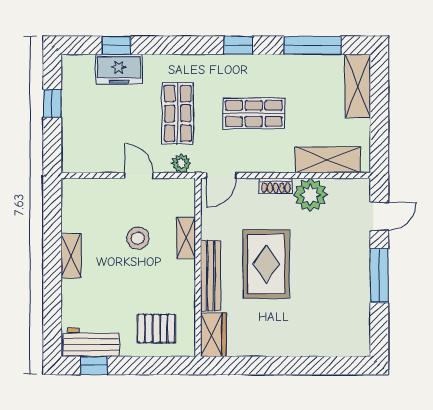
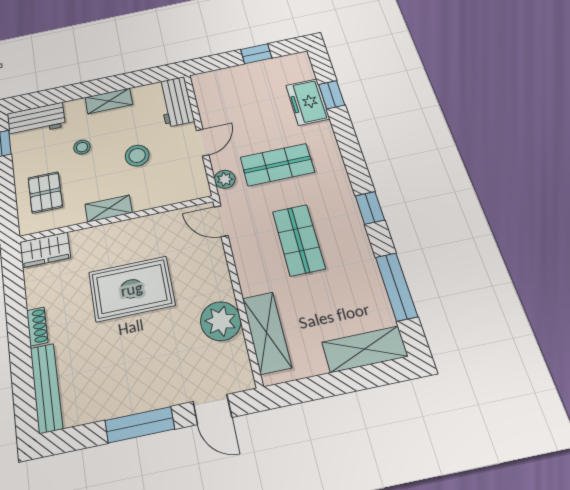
shoe rack: (276, 186) -> (37, 326), moved, turned 180
workbench: (88, 192) -> (176, 102), added
shelving: (186, 238) -> (109, 208), moved
bench: (211, 276) -> (46, 388), moved, turned 90
stool: (116, 288) -> (82, 147), added
workbench: (91, 342) -> (36, 120), moved, turned 90

